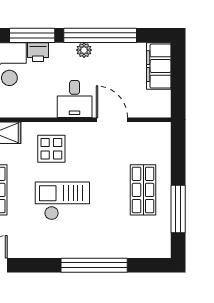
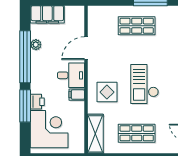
plant: (84, 50) -> (36, 45), moved
filing cabinet: (48, 107) -> (77, 95), added

